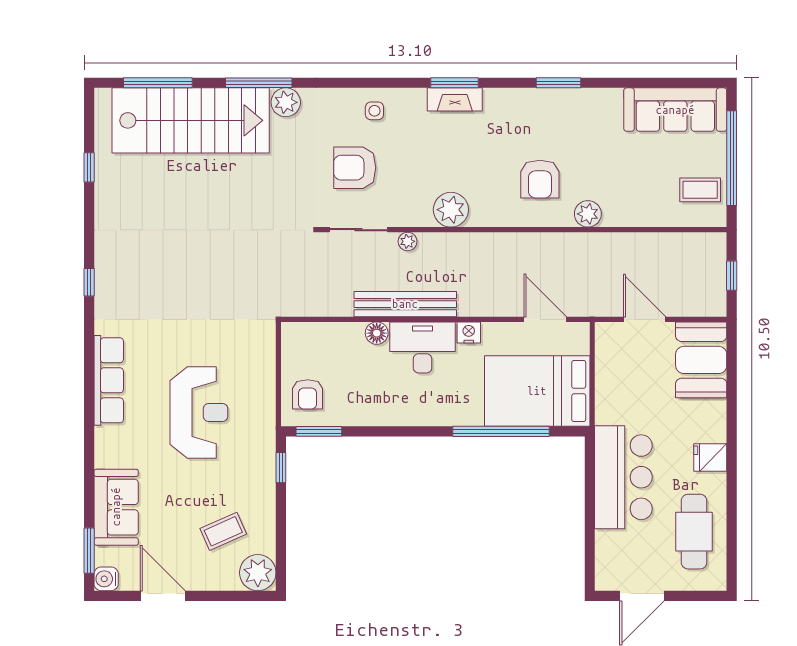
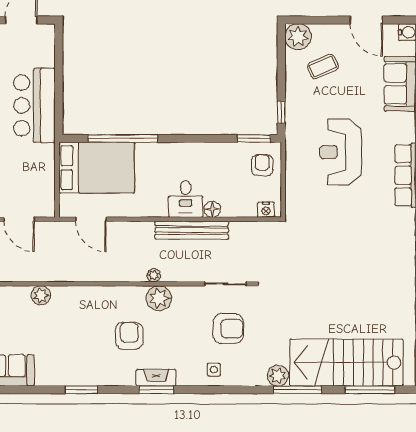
armchair: (540, 179) -> (129, 336), moved
plant: (588, 214) -> (41, 295), moved
plant: (408, 241) -> (154, 275), moved
nightstand: (469, 333) -> (266, 210), moved
desk: (423, 347) -> (186, 199), width x0.73

